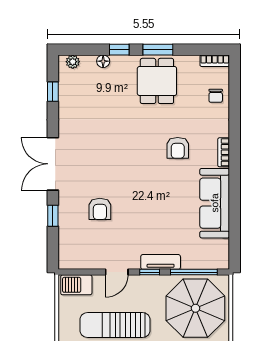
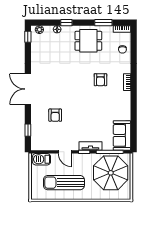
window: (158, 50) -> (103, 23), moved
dining table: (157, 81) -> (88, 41), turned 90
window: (53, 92) -> (28, 37), moved
sofa: (215, 203) -> (122, 135), moved, width x0.73
window: (53, 216) -> (28, 130), moved
door: (117, 272) -> (65, 152), hinge flipped

